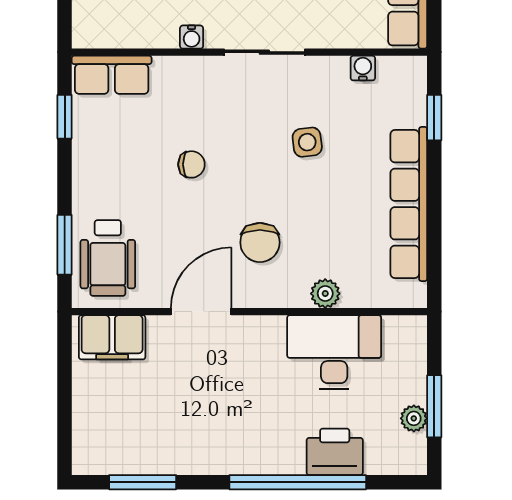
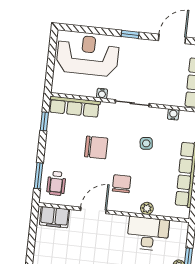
row of seats: (112, 75) -> (74, 107), width x1.48
chair: (191, 164) -> (96, 147), width x1.87, depth x1.87
chair: (260, 242) -> (122, 184), turned 180
wheelchair: (108, 258) -> (56, 183), width x0.73, depth x0.73

